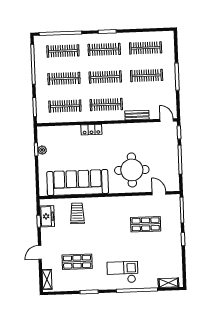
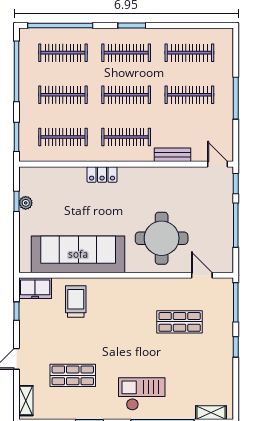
freezer: (47, 216) -> (35, 288), moved, turned 90

